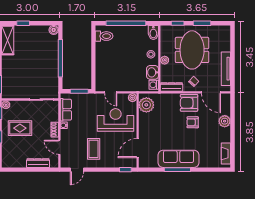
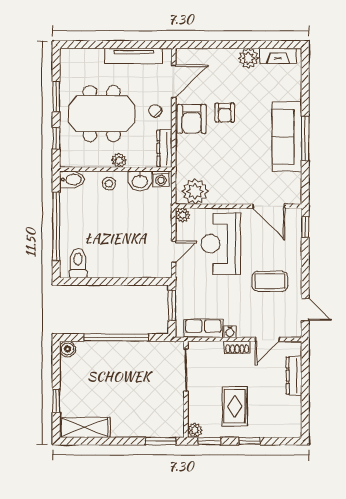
plant: (225, 121) -> (248, 58), moved

